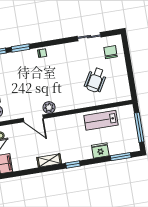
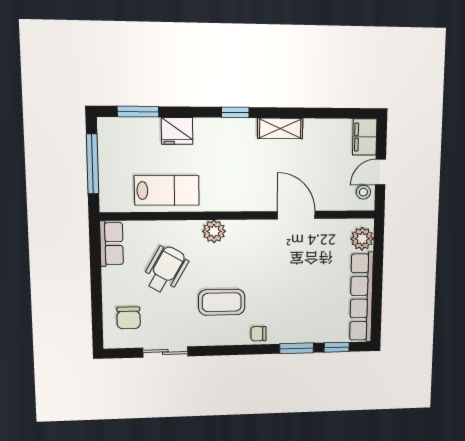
coffee table: (64, 67) -> (222, 302), added
row of seats: (124, 89) -> (112, 244), added
plant: (49, 107) -> (214, 231), moved

